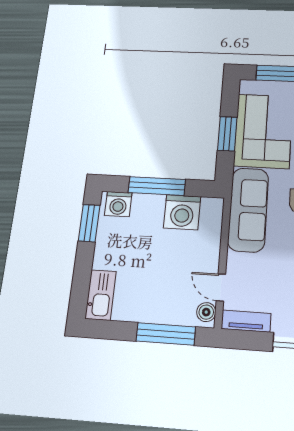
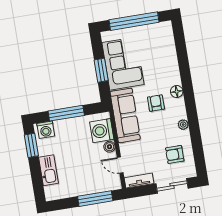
washing machine: (182, 212) -> (102, 131), moved, turned 90
kitchen sink: (101, 295) -> (49, 170), moved
boiler: (206, 312) -> (109, 147), moved

